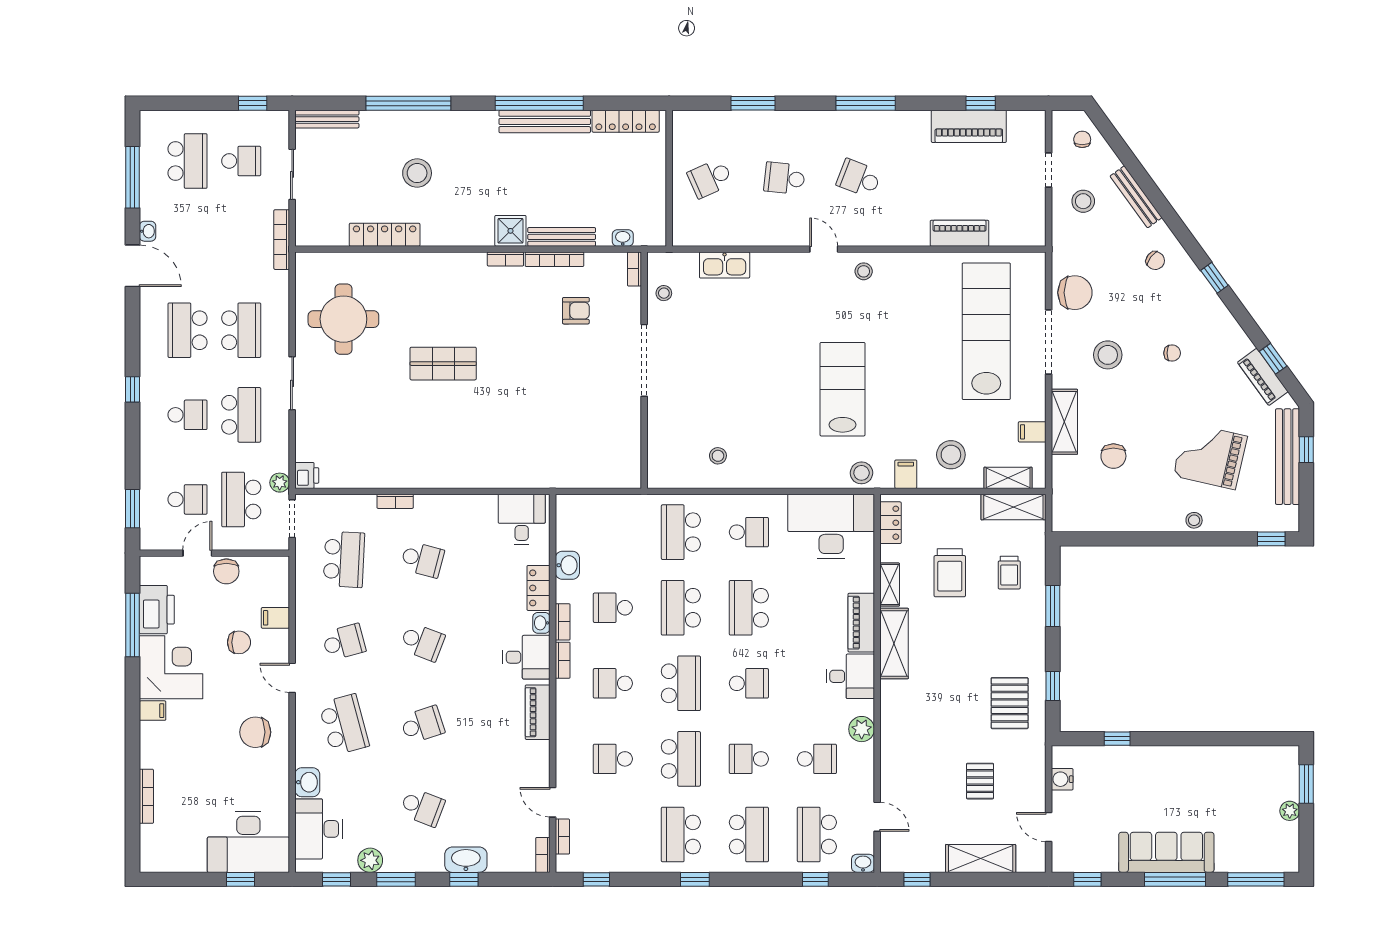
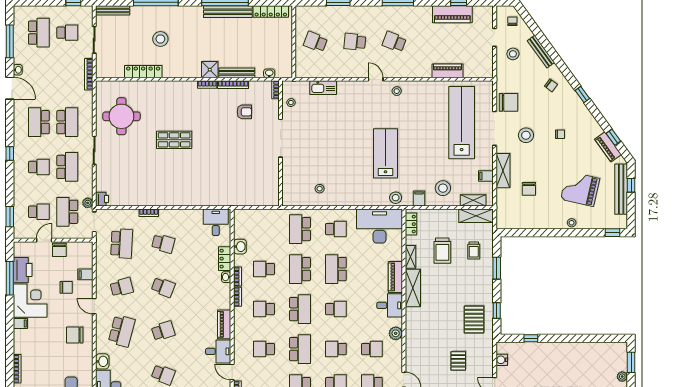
school desk: (710, 178) -> (315, 42), turned 45
desk: (526, 657) -> (218, 351), moved
school desk: (344, 725) -> (122, 331), turned 30

